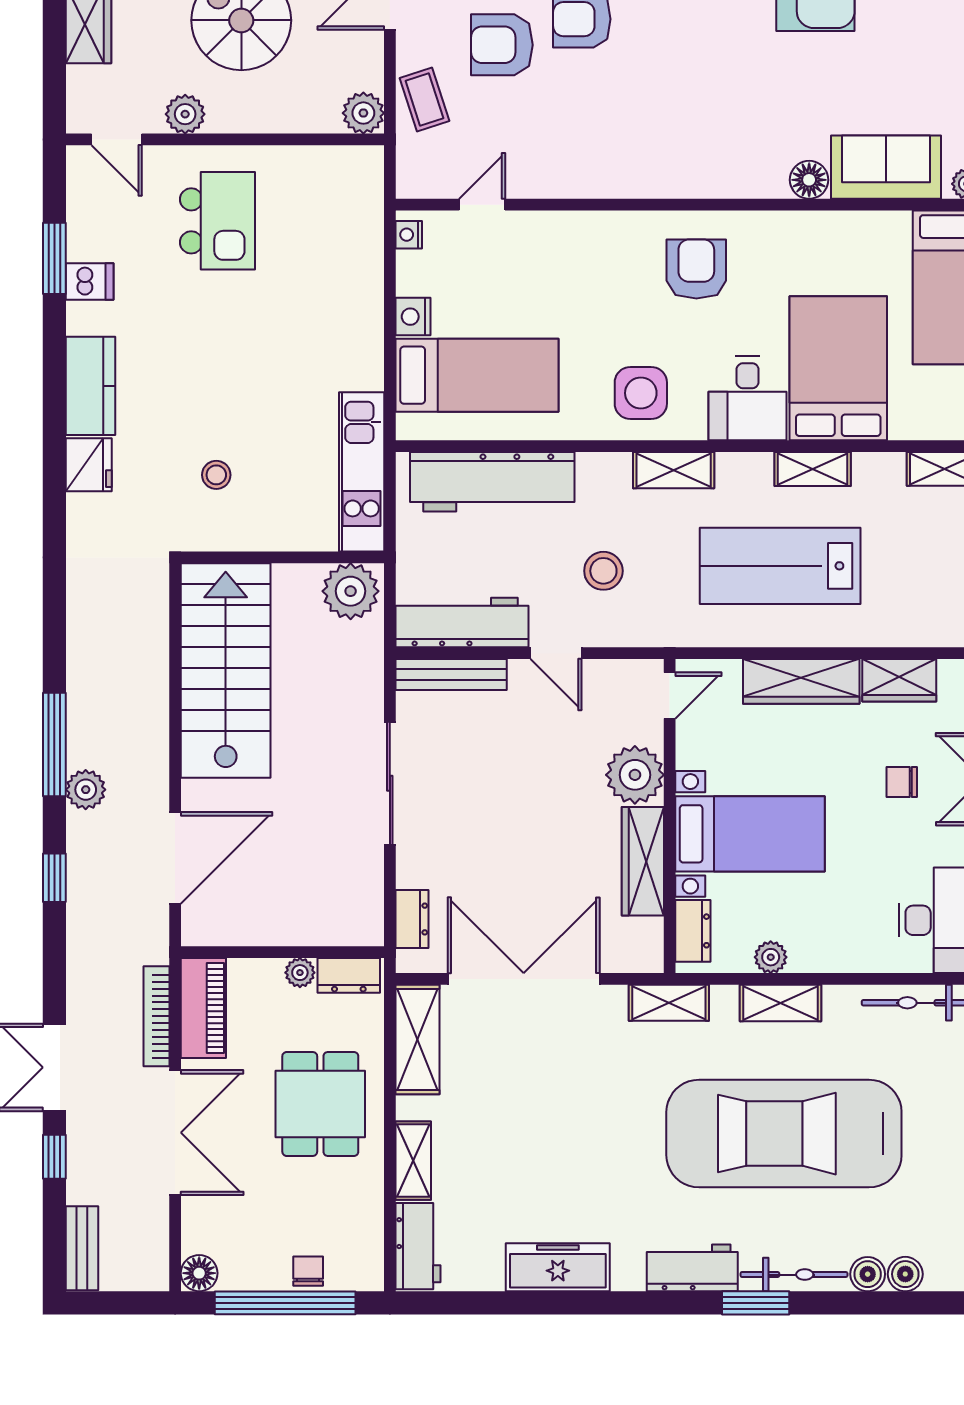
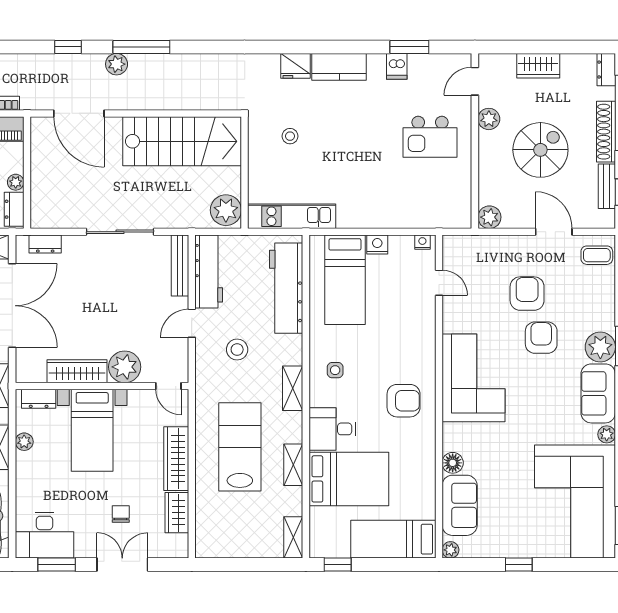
coffee table: (424, 100) -> (497, 251), removed
corner sofa: (655, 142) -> (474, 378), added
side table: (641, 393) -> (335, 370), width x0.54, depth x0.54

